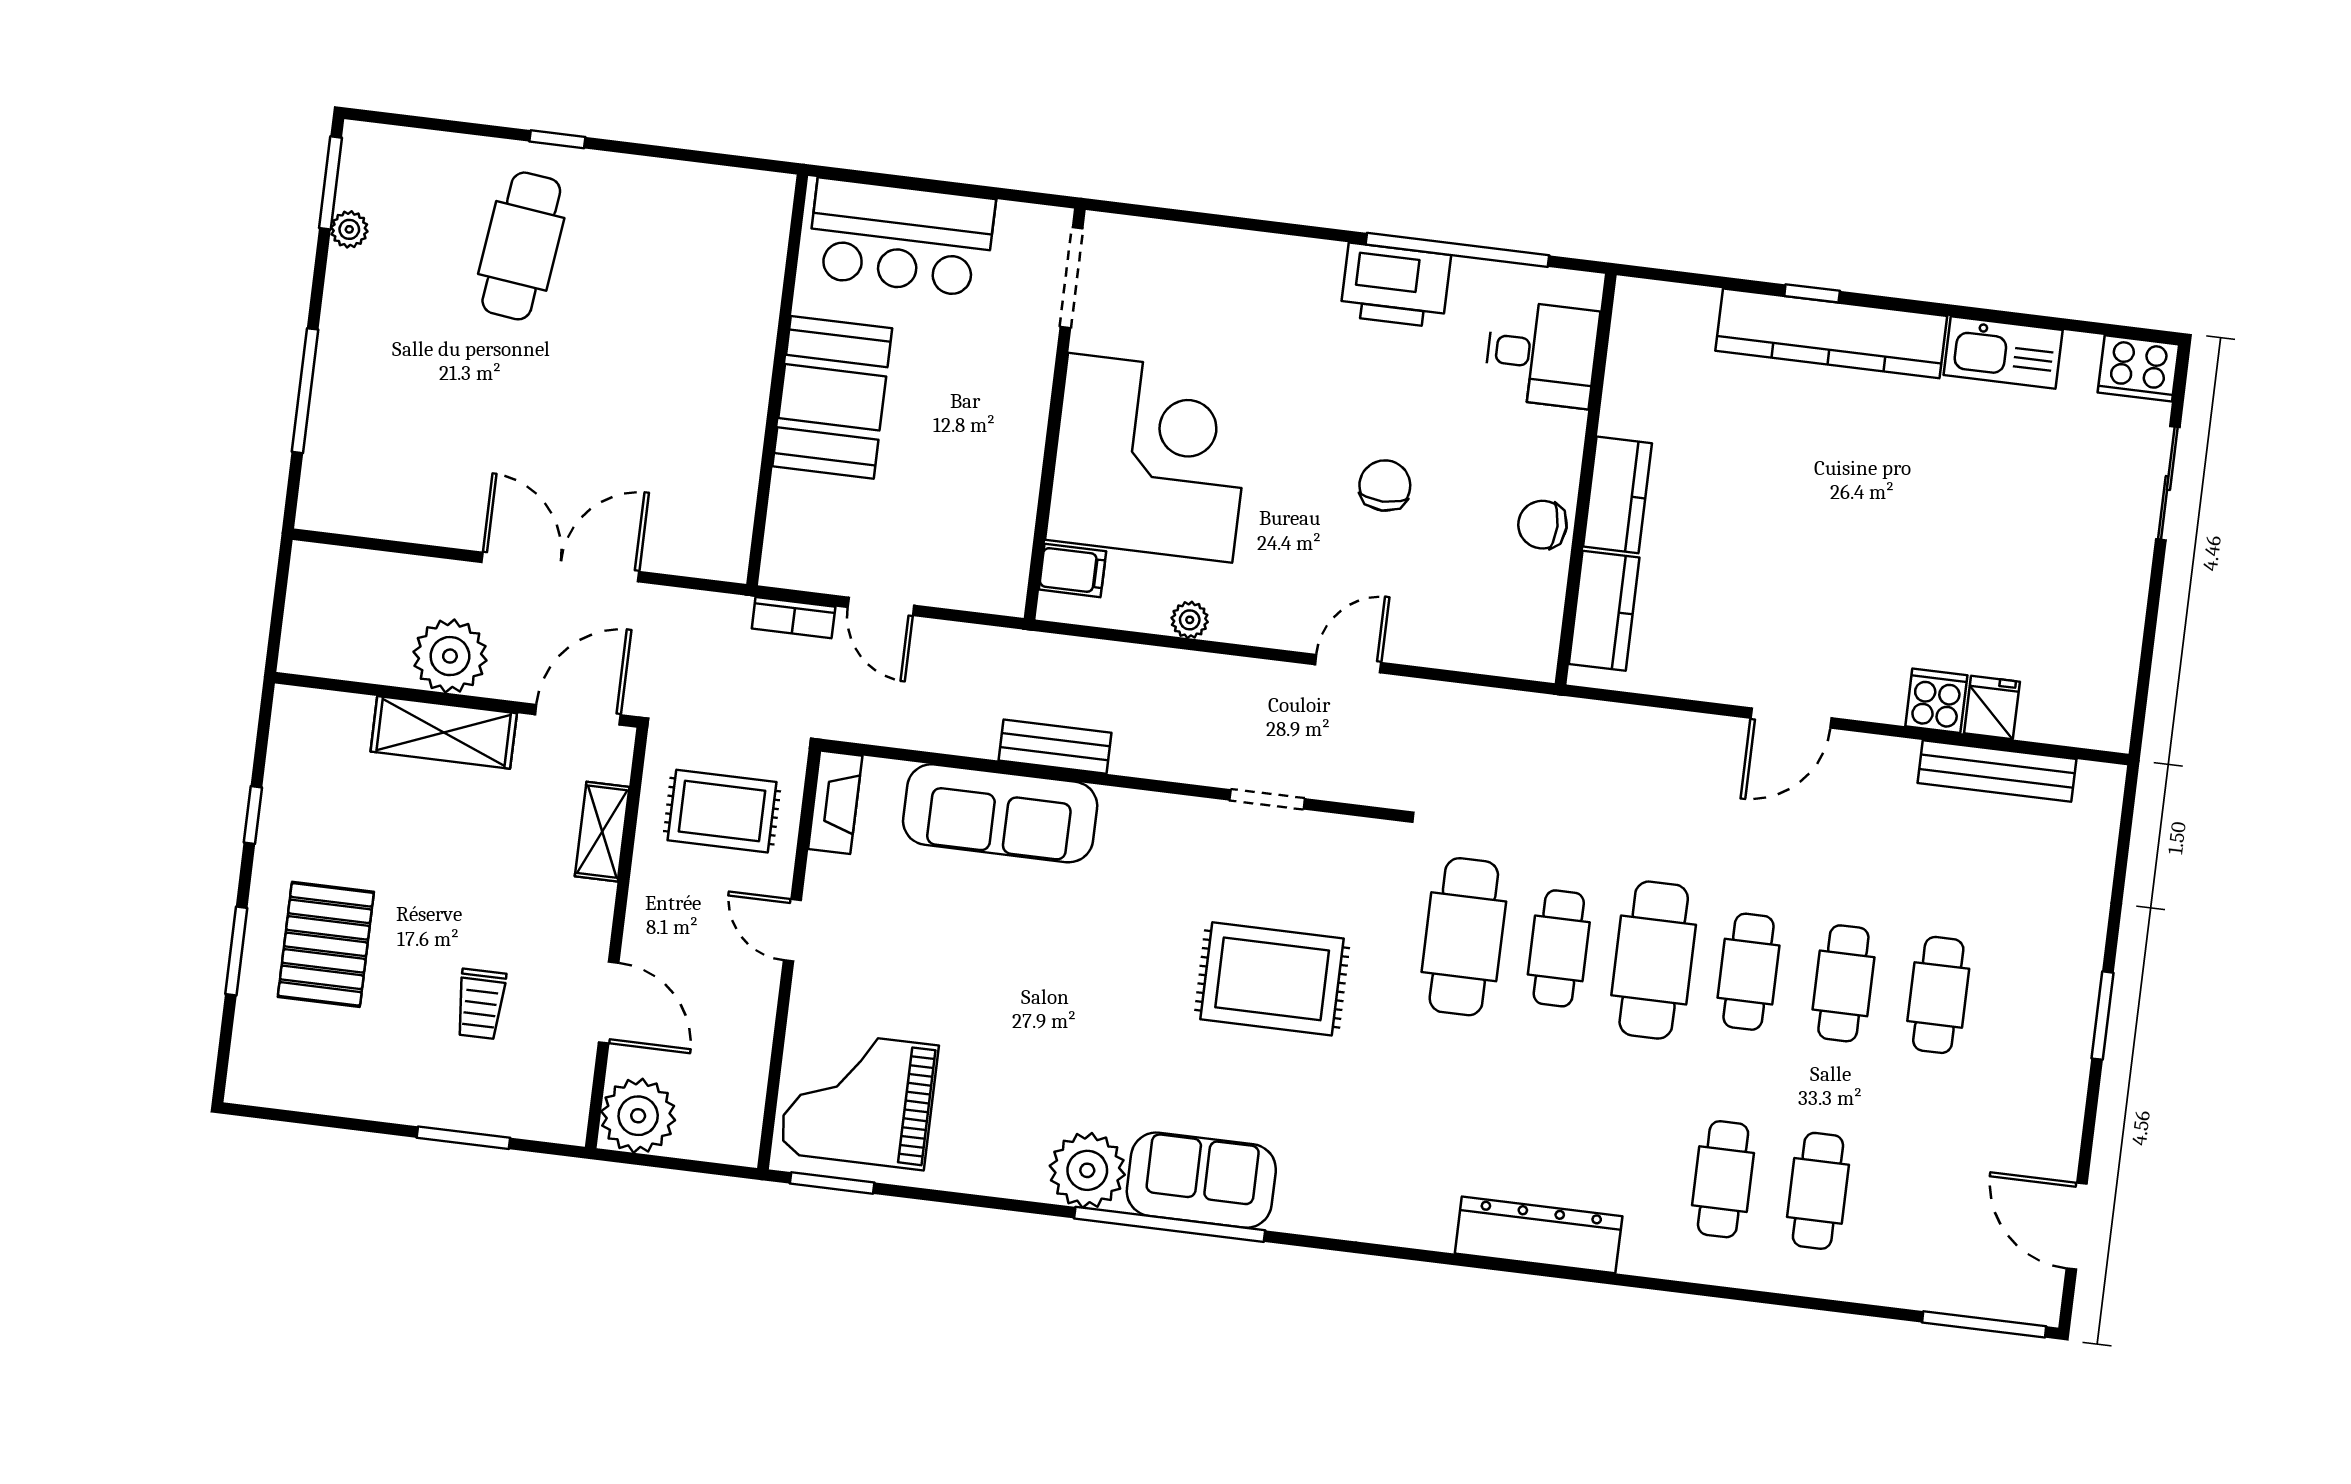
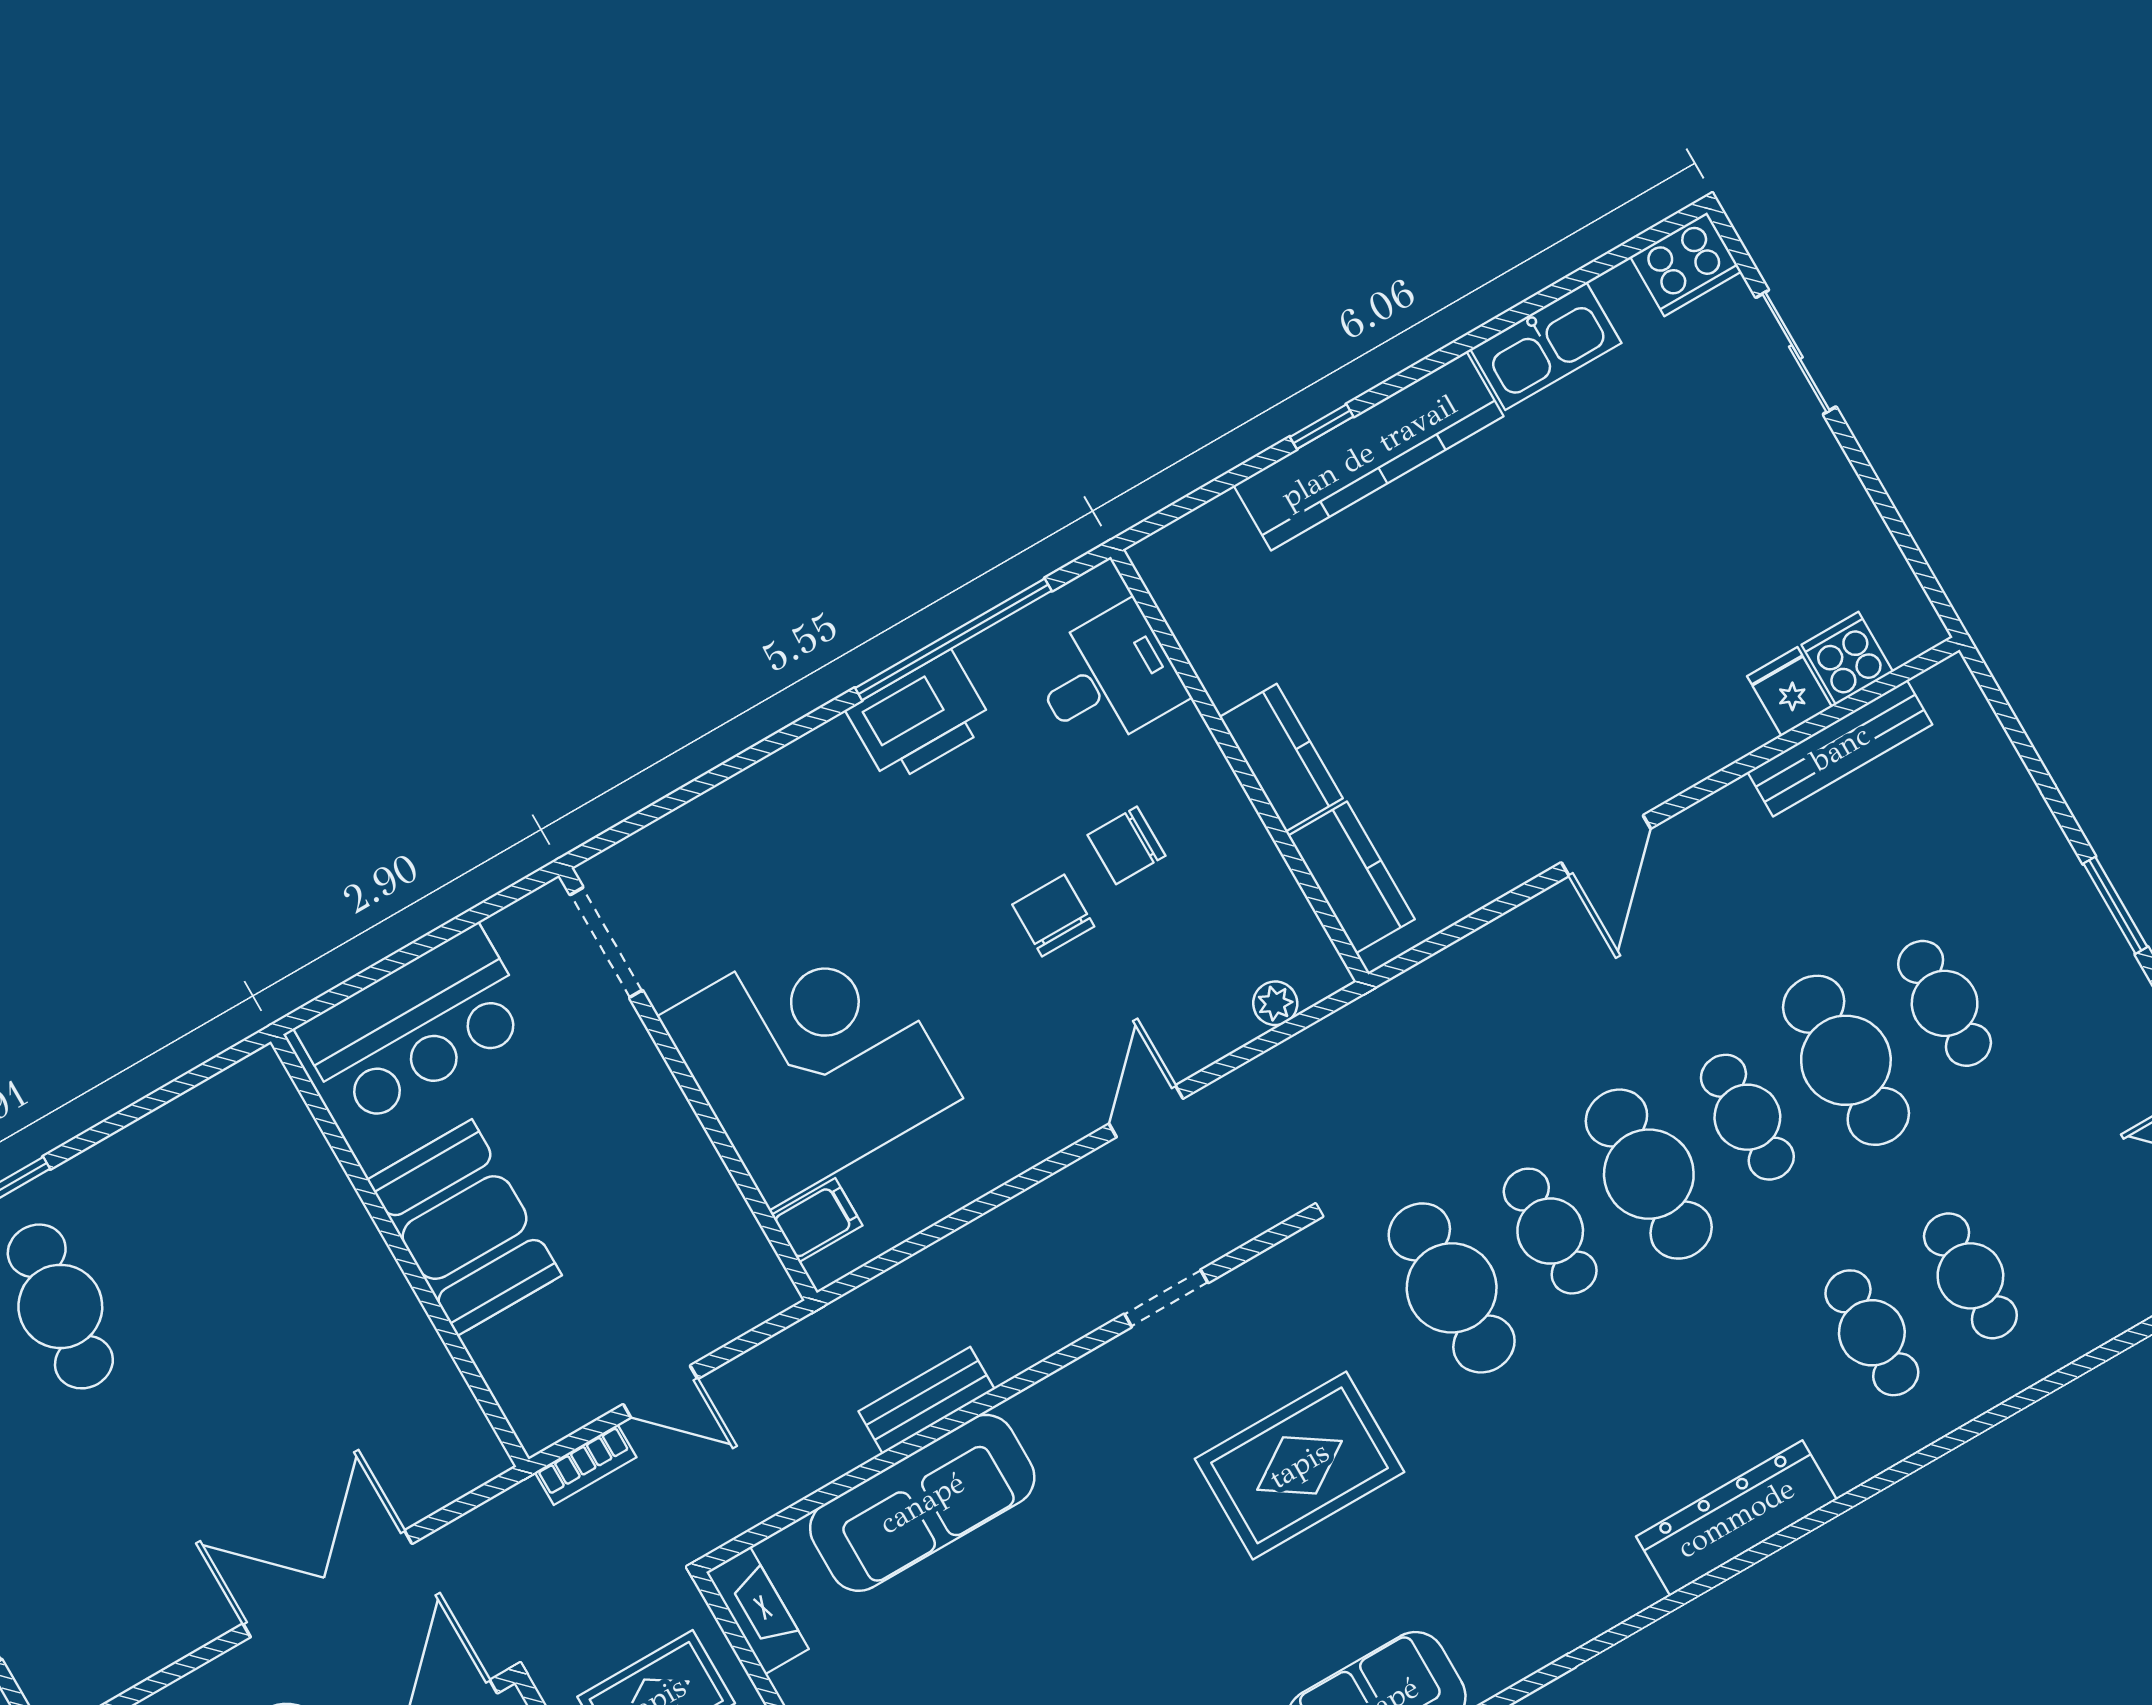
chair: (1542, 525) -> (1126, 845), moved
plant: (1190, 620) -> (1275, 1003), moved
cooker: (1936, 701) -> (1847, 658), moved
cafe table: (1843, 983) -> (1846, 1060), width x1.37, depth x1.35

